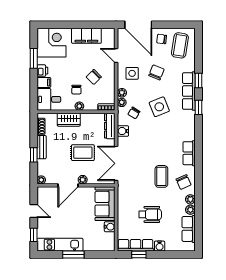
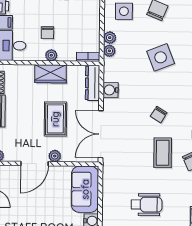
chair: (94, 77) -> (71, 16), removed
chair: (134, 113) -> (159, 115), moved
wardrobe: (69, 120) -> (50, 74), moved
rug: (83, 153) -> (55, 119), turned 90

